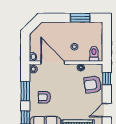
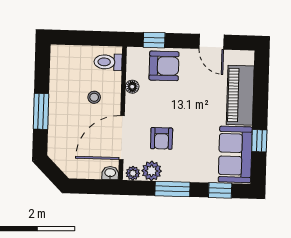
window: (80, 18) -> (41, 111), moved
plant: (35, 79) -> (152, 171), added
armchair: (93, 84) -> (164, 66), turned -82
armchair: (44, 97) -> (162, 138), moved

